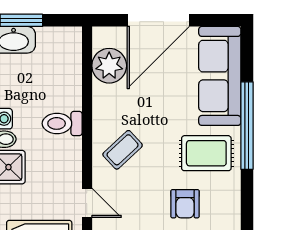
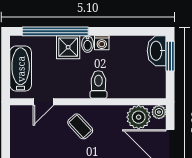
plant: (102, 36) -> (159, 112), added

